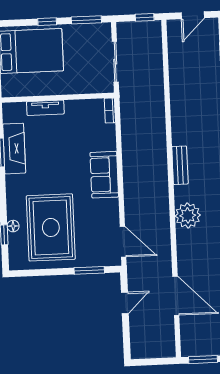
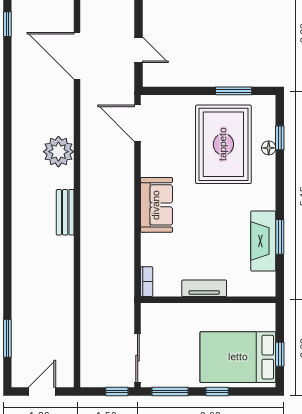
window: (145, 17) -> (117, 392), moved
sliding door: (115, 62) -> (138, 358), moved
tv unit: (45, 108) -> (204, 288), moved
window: (89, 270) -> (234, 91), moved
door: (125, 303) -> (139, 50), swing flipped

